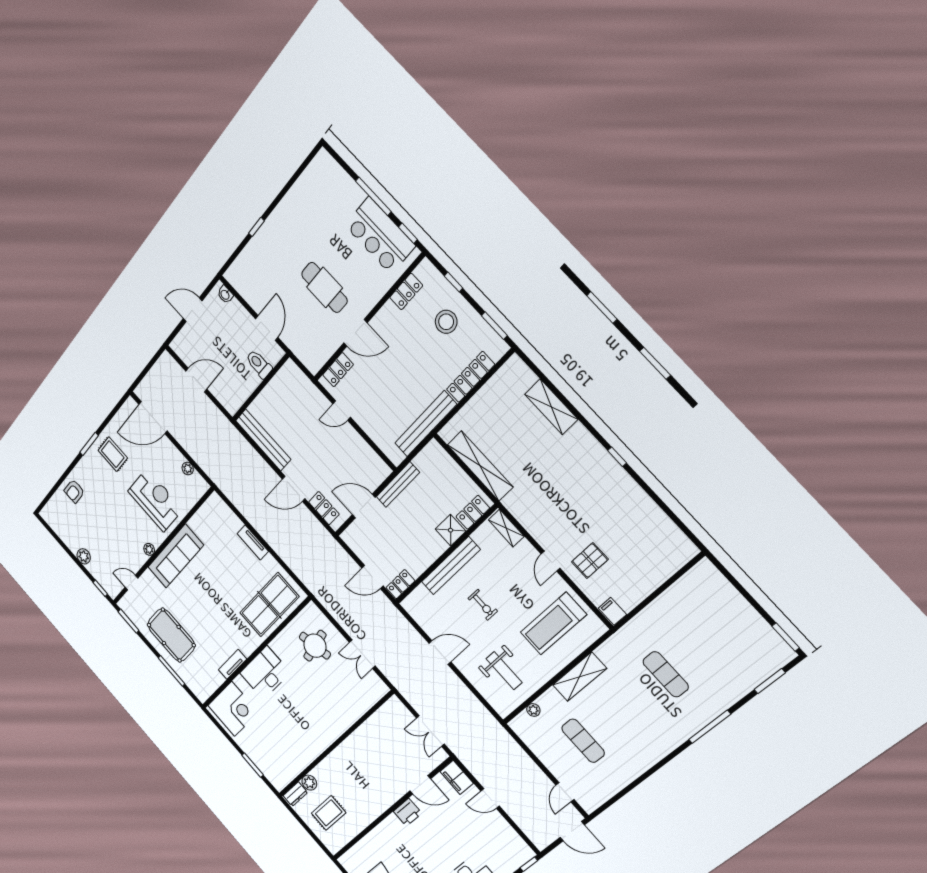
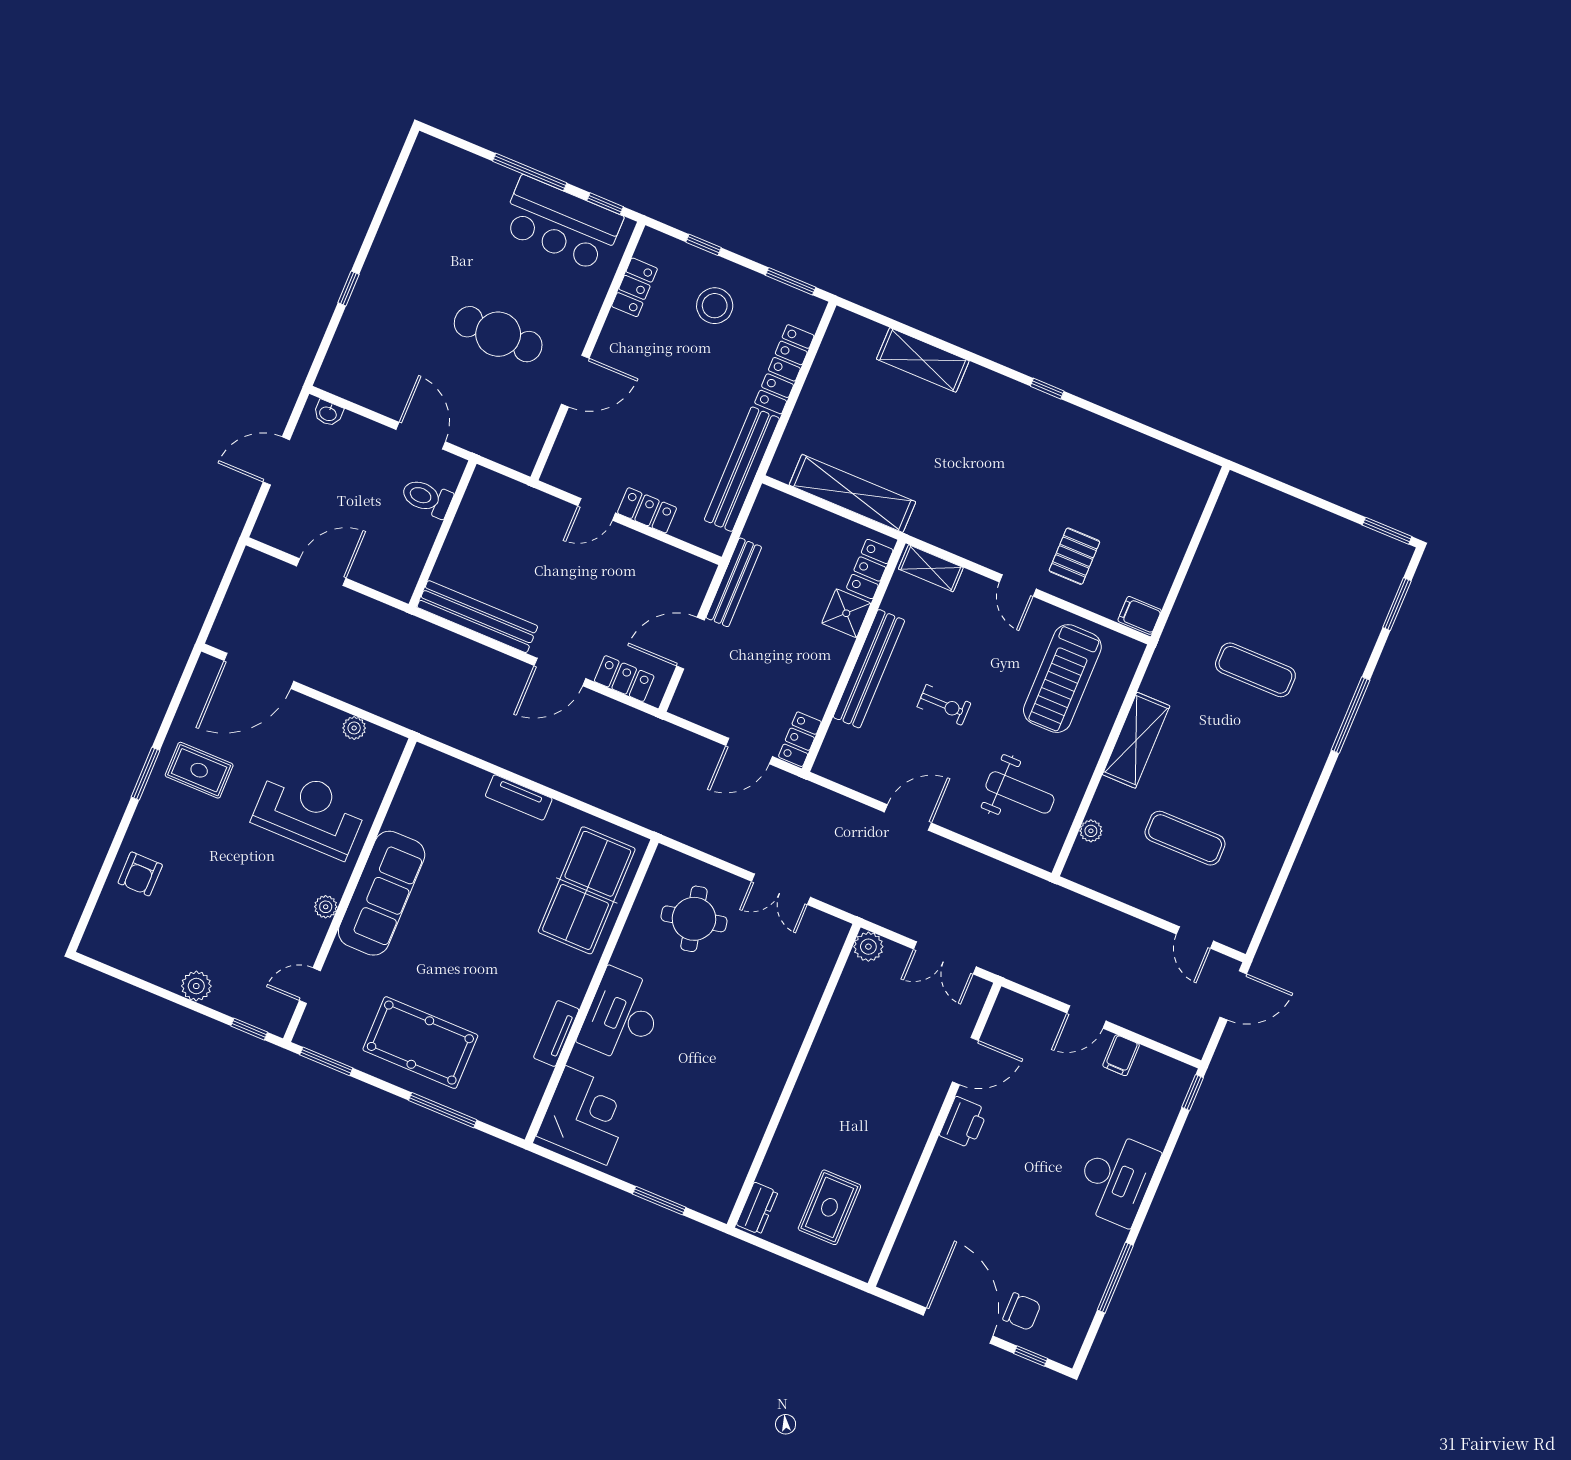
locker: (338, 370) -> (647, 510), moved, turned -90
filing cabinet: (457, 777) -> (1121, 1055), moved, width x0.50
plant: (309, 783) -> (868, 947), moved

